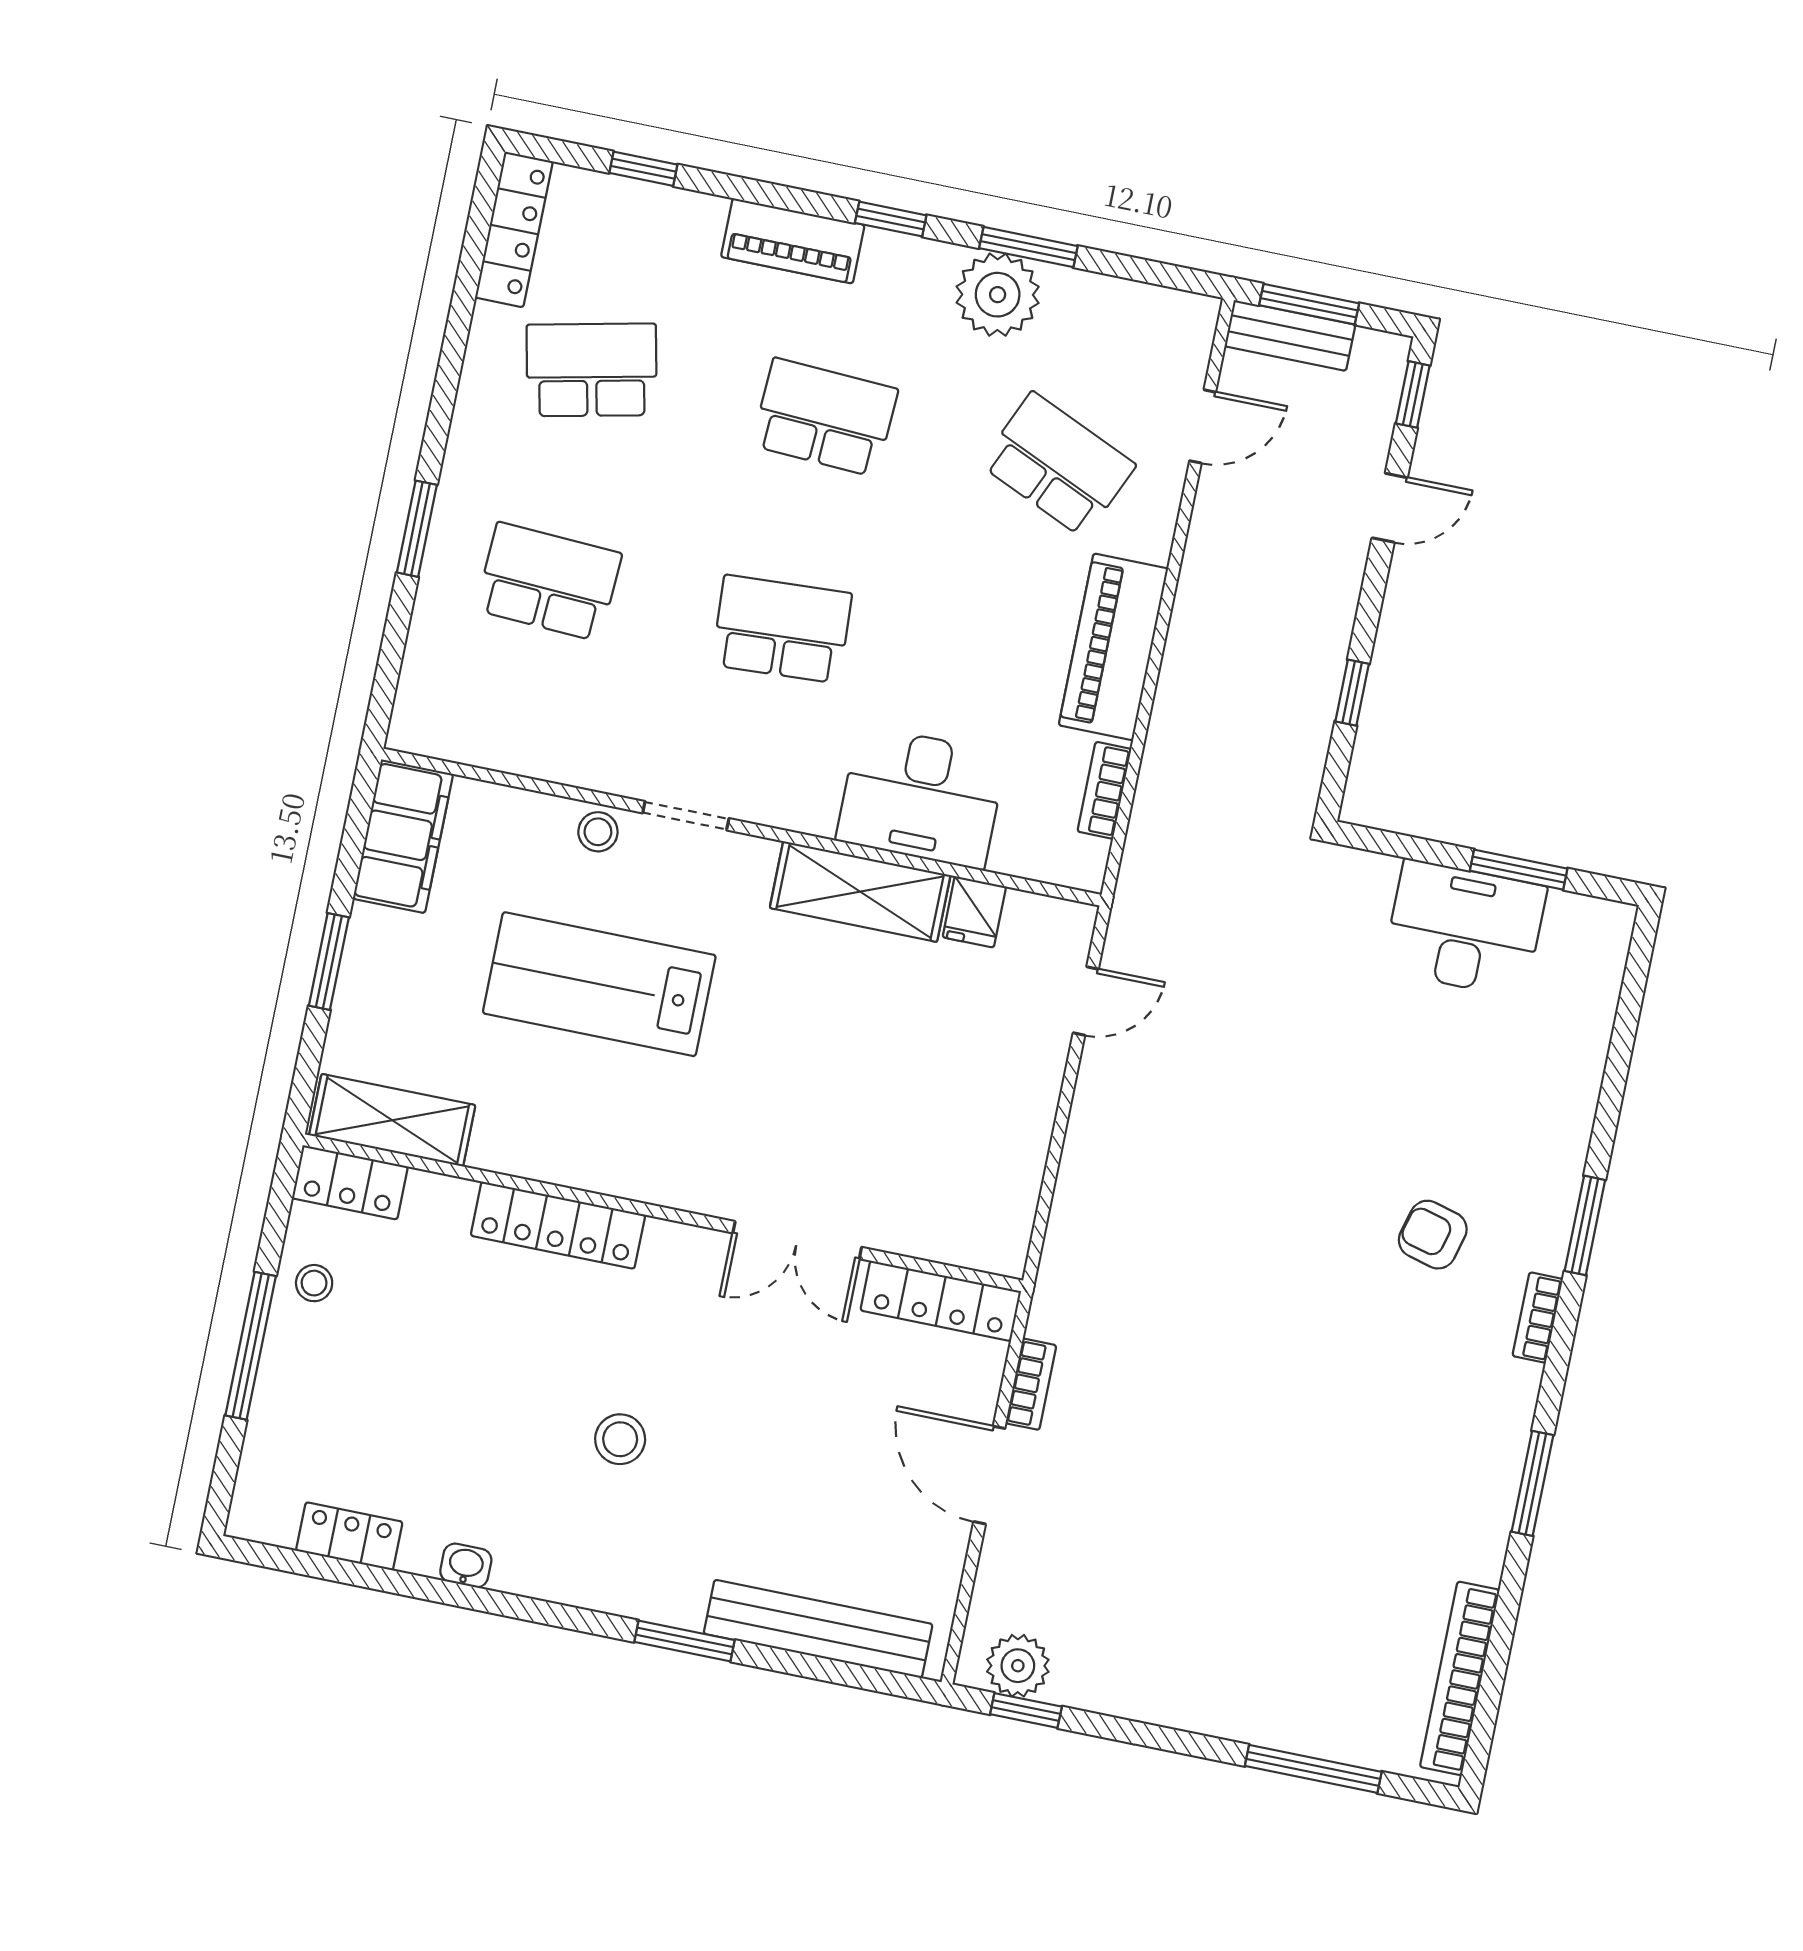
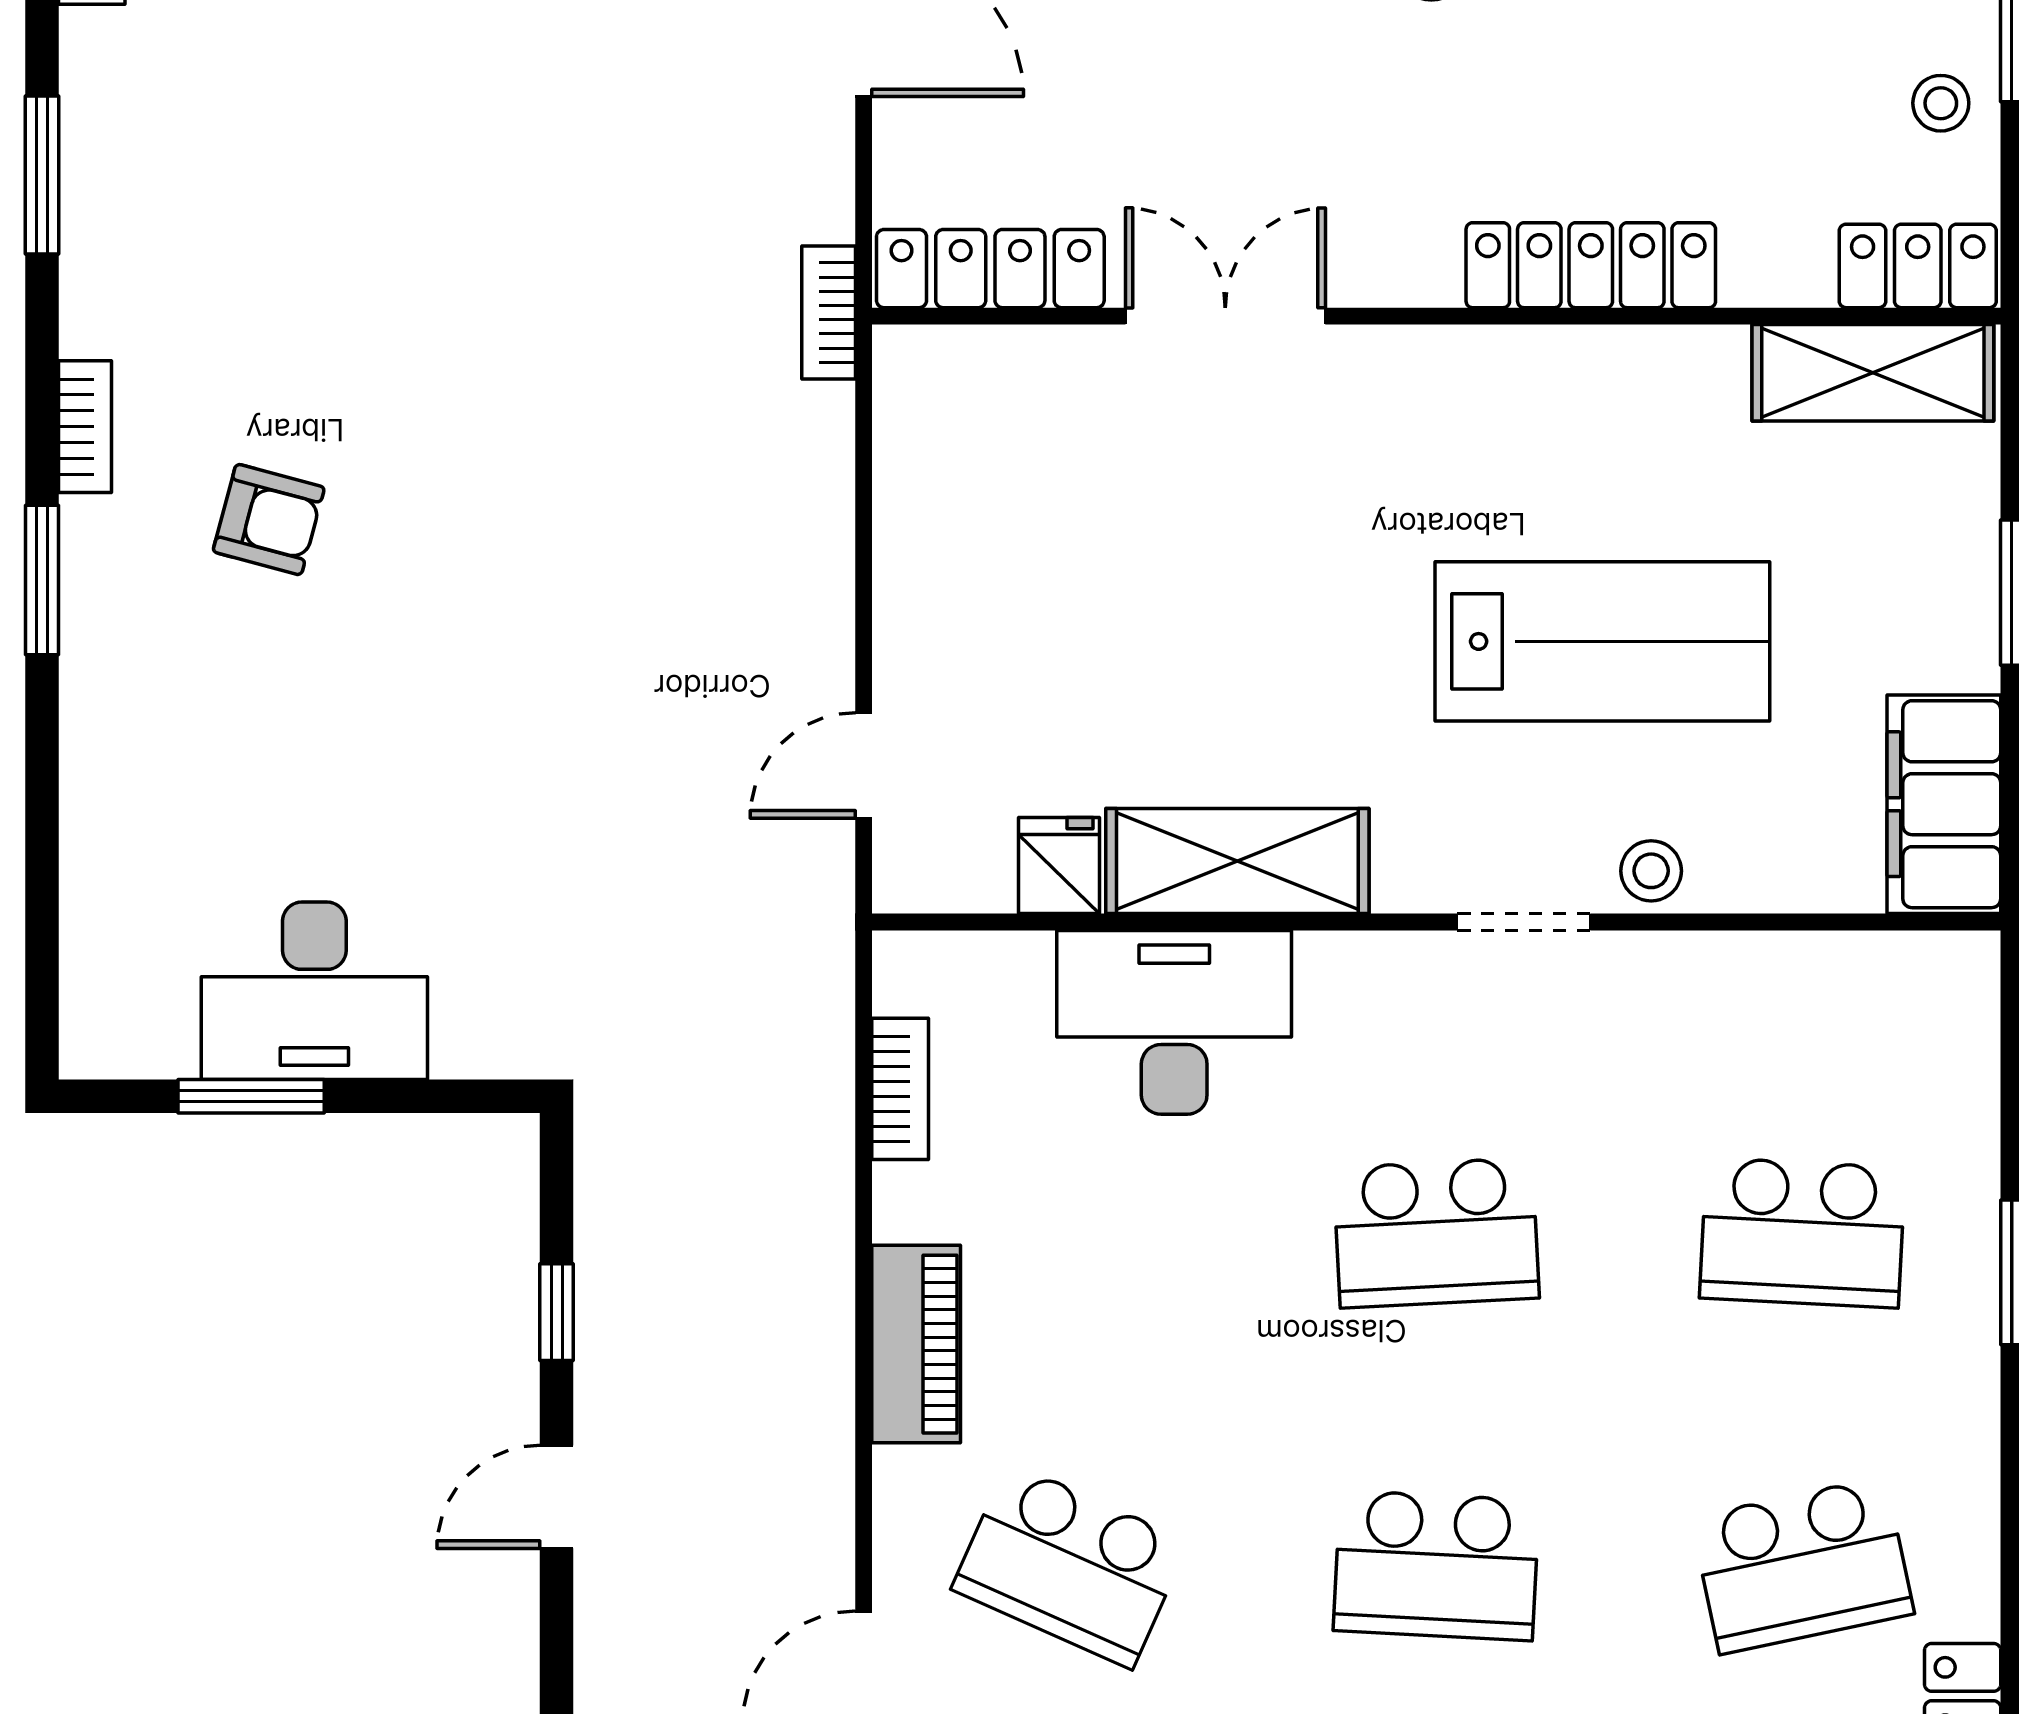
door: (1390, 508) -> (557, 1497), moved
piano: (1113, 647) -> (916, 1344), width x0.73, depth x0.75
bookcase: (1031, 1384) -> (829, 313), moved

